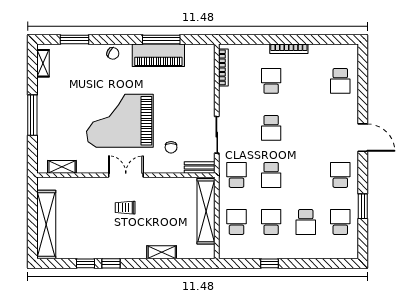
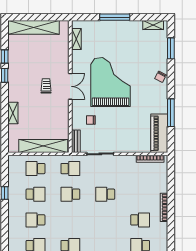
piano: (158, 55) -> (159, 133), moved
school desk: (271, 81) -> (140, 220), moved
school desk: (237, 222) -> (35, 169), turned 180

